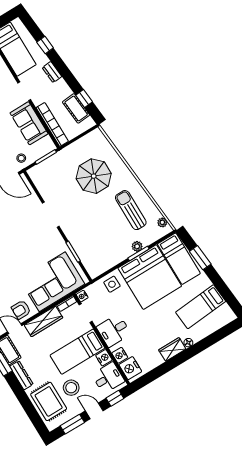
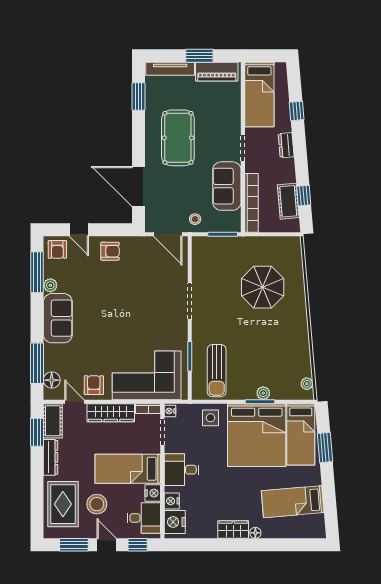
sun lounger: (131, 210) -> (217, 371), moved, turned 180
armchair: (21, 310) -> (94, 385), turned 90

